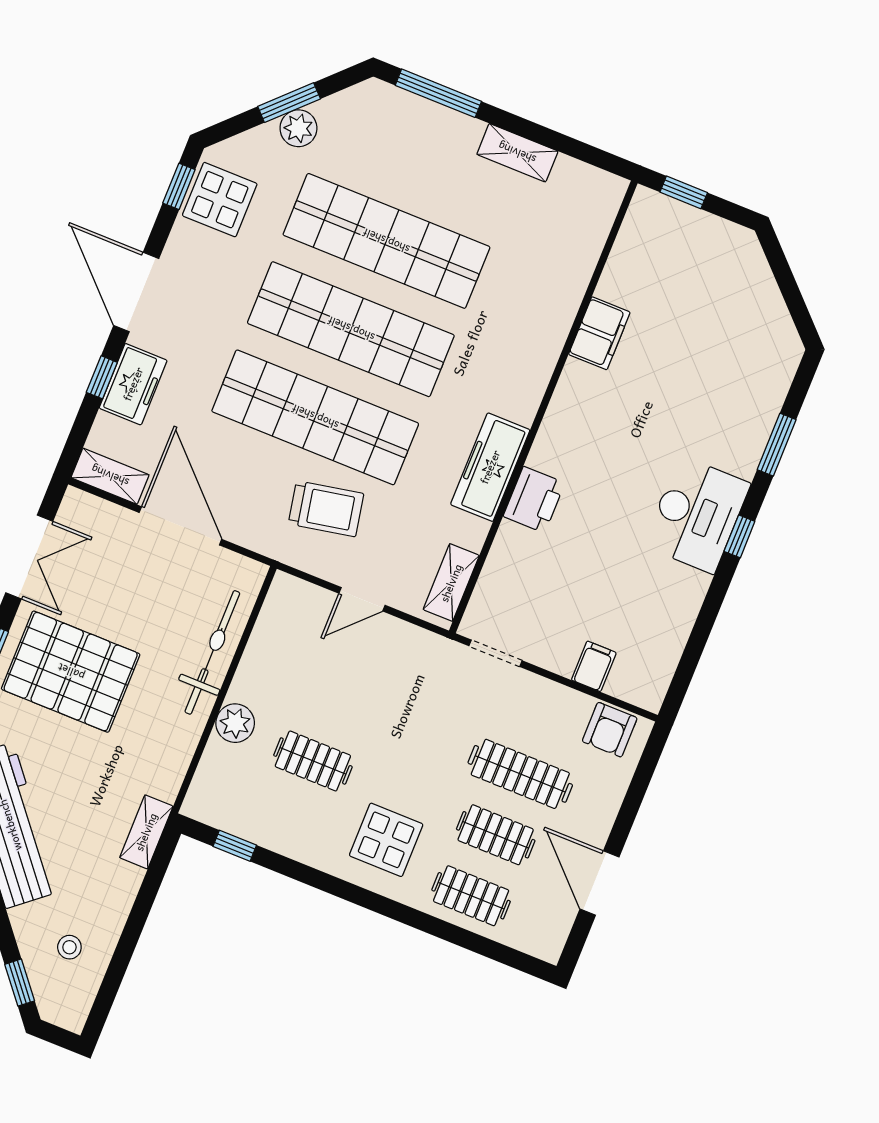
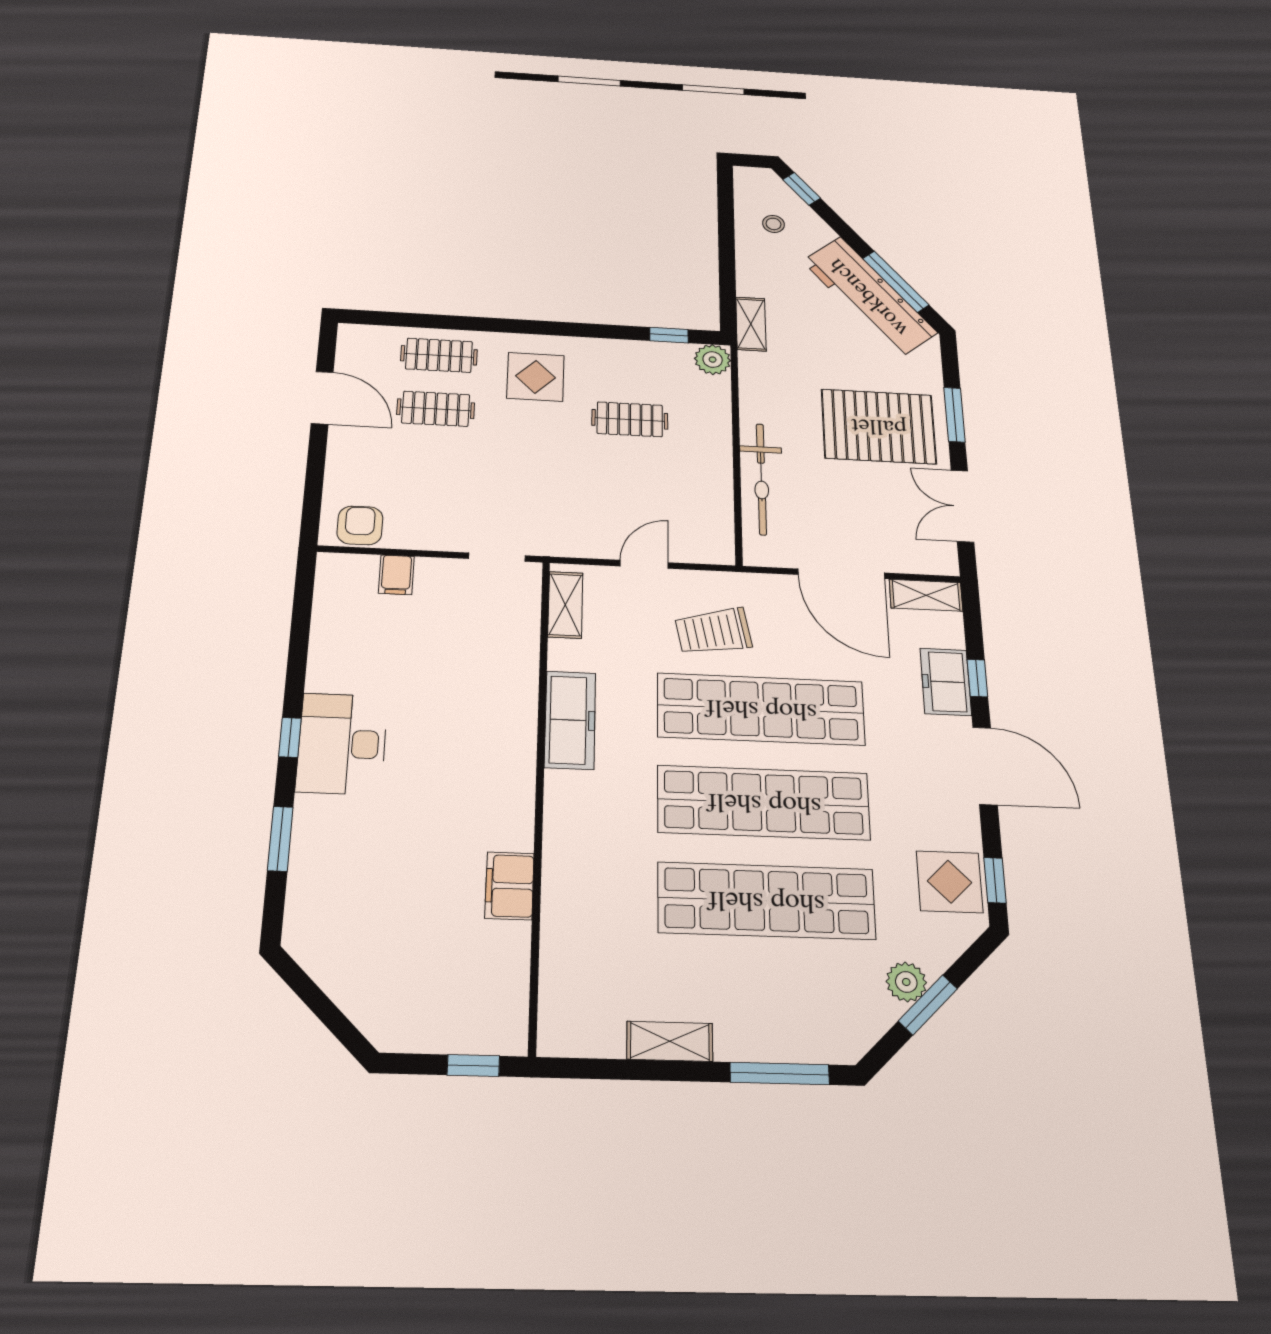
printer: (534, 500) -> (514, 704), removed
plant: (235, 723) -> (713, 360), moved
clothes rail: (520, 774) -> (432, 464), removed

